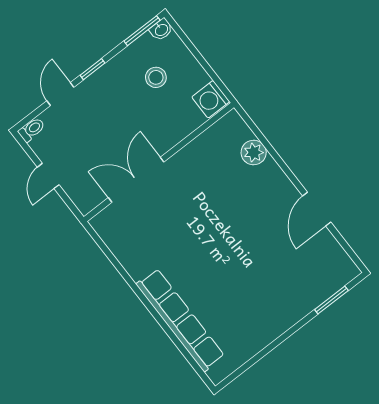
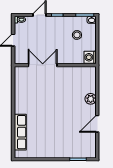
plant: (254, 153) -> (91, 99), moved
row of seats: (180, 320) -> (20, 132), width x0.73

